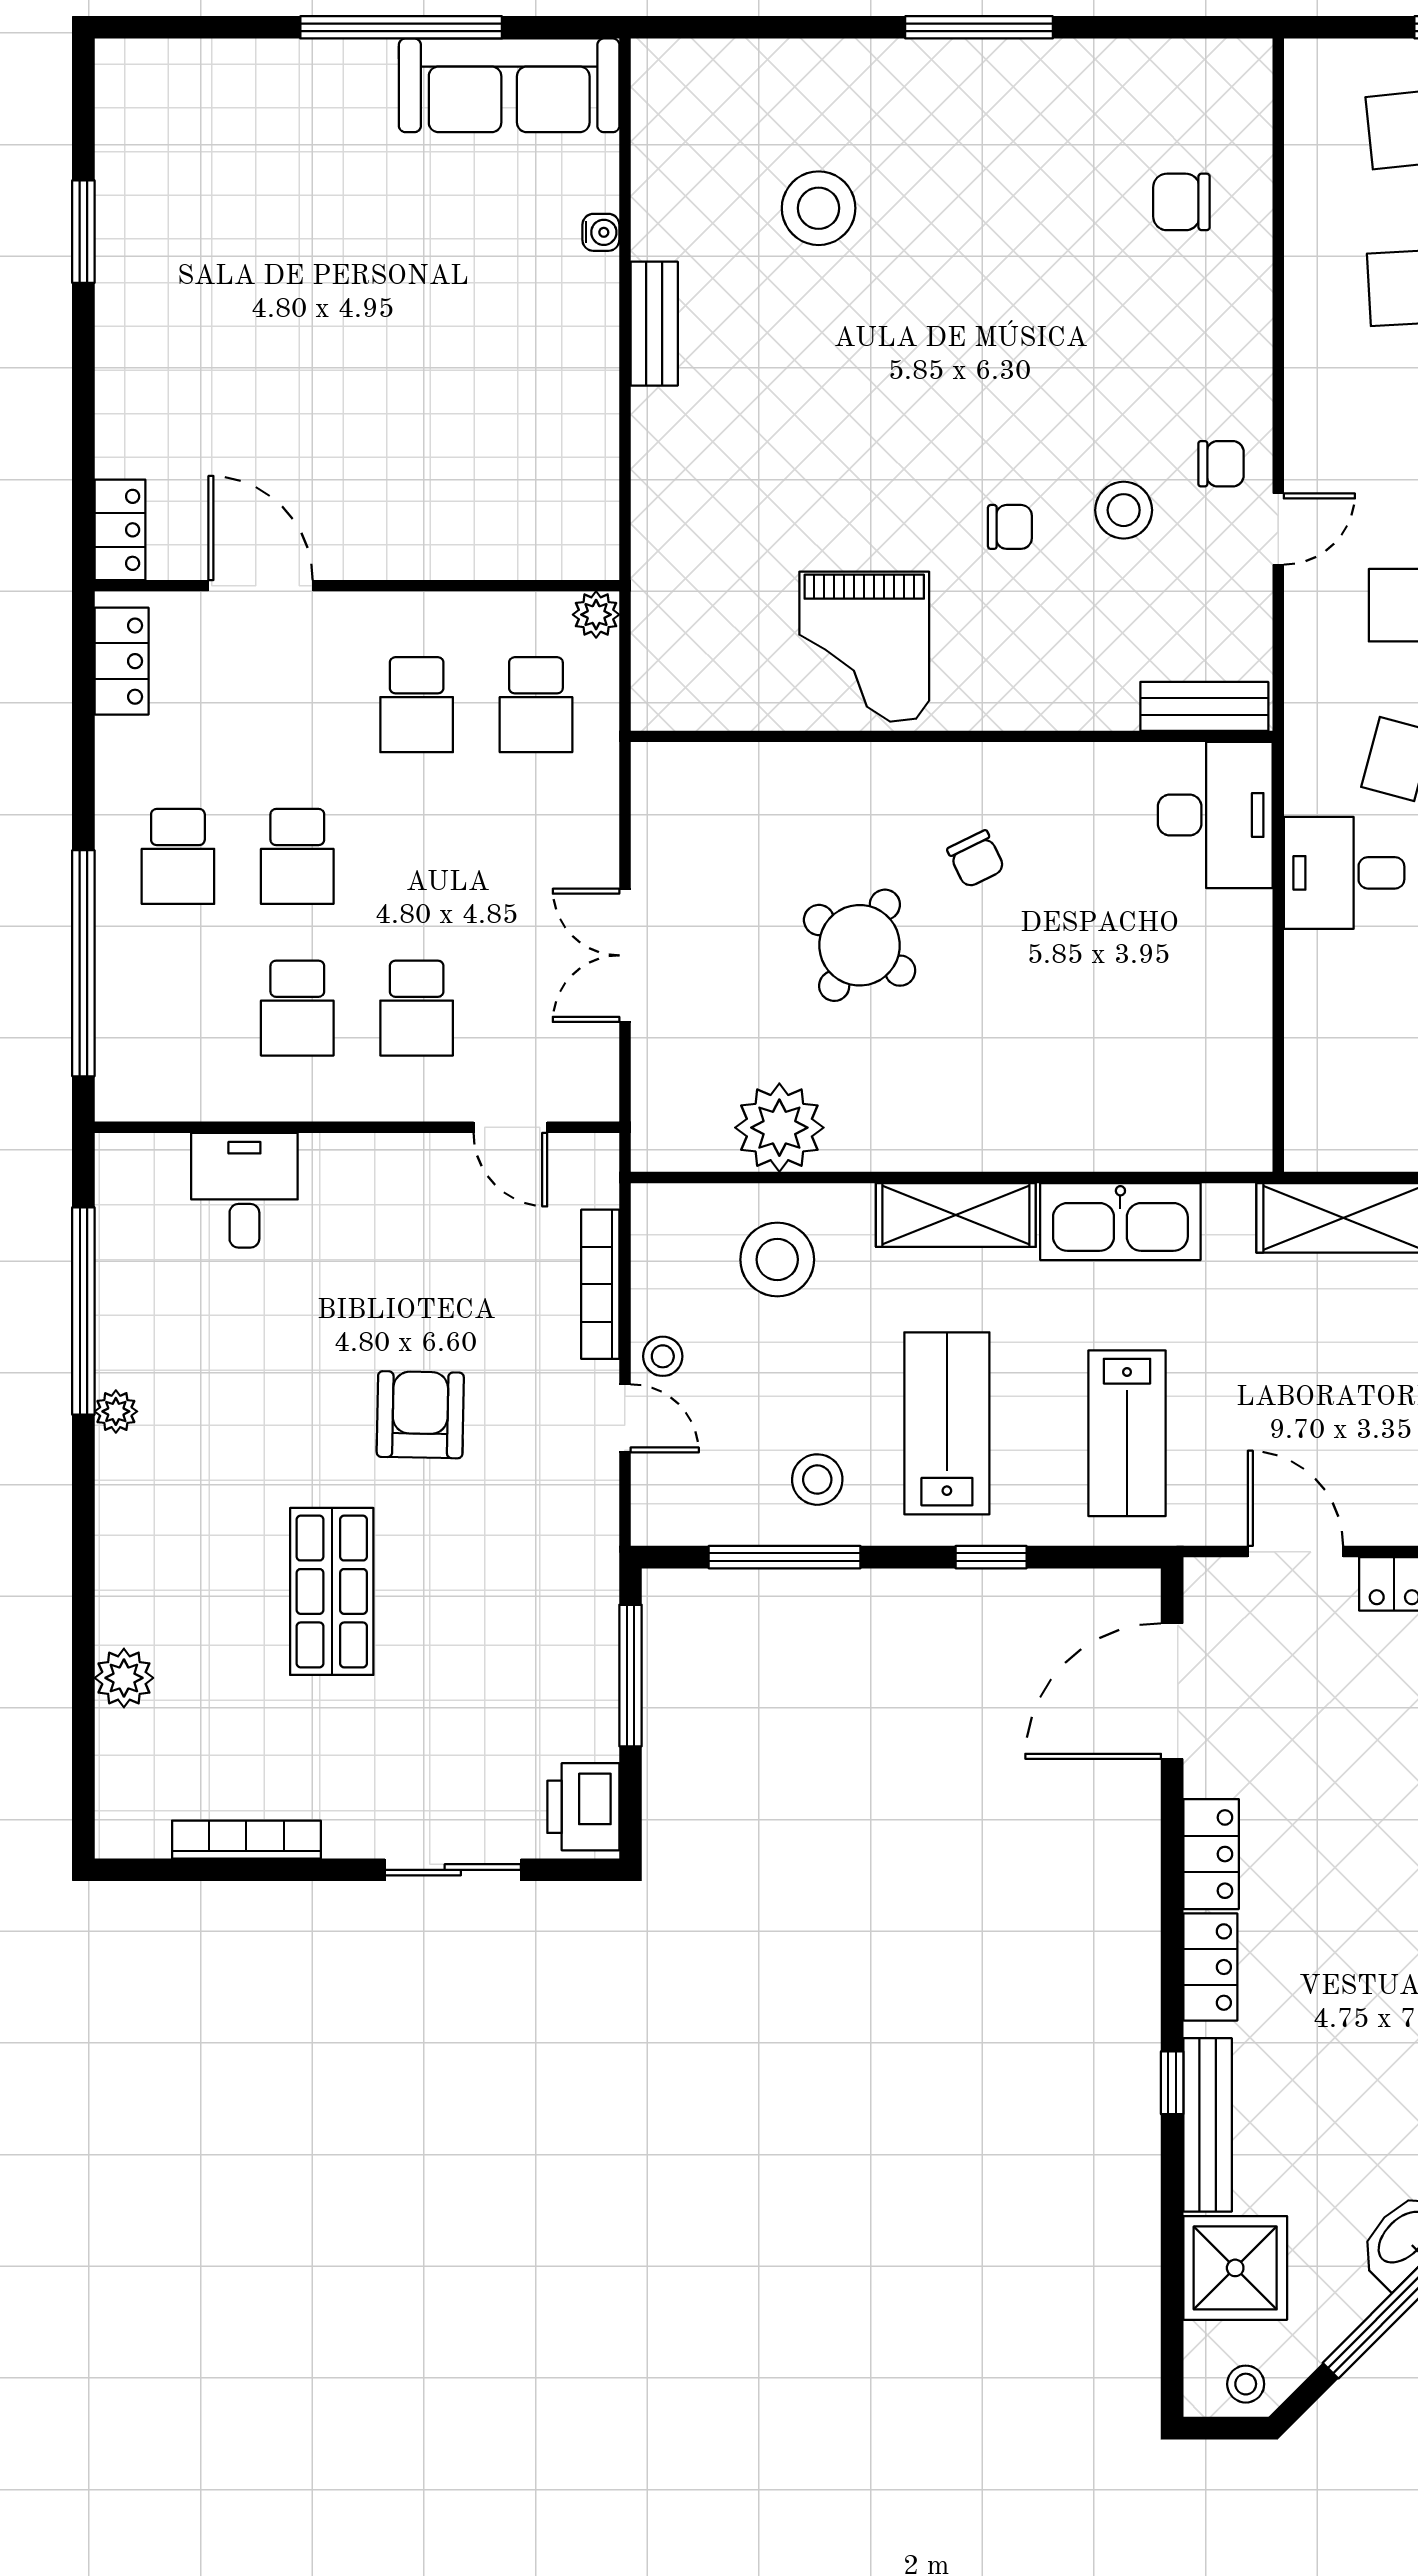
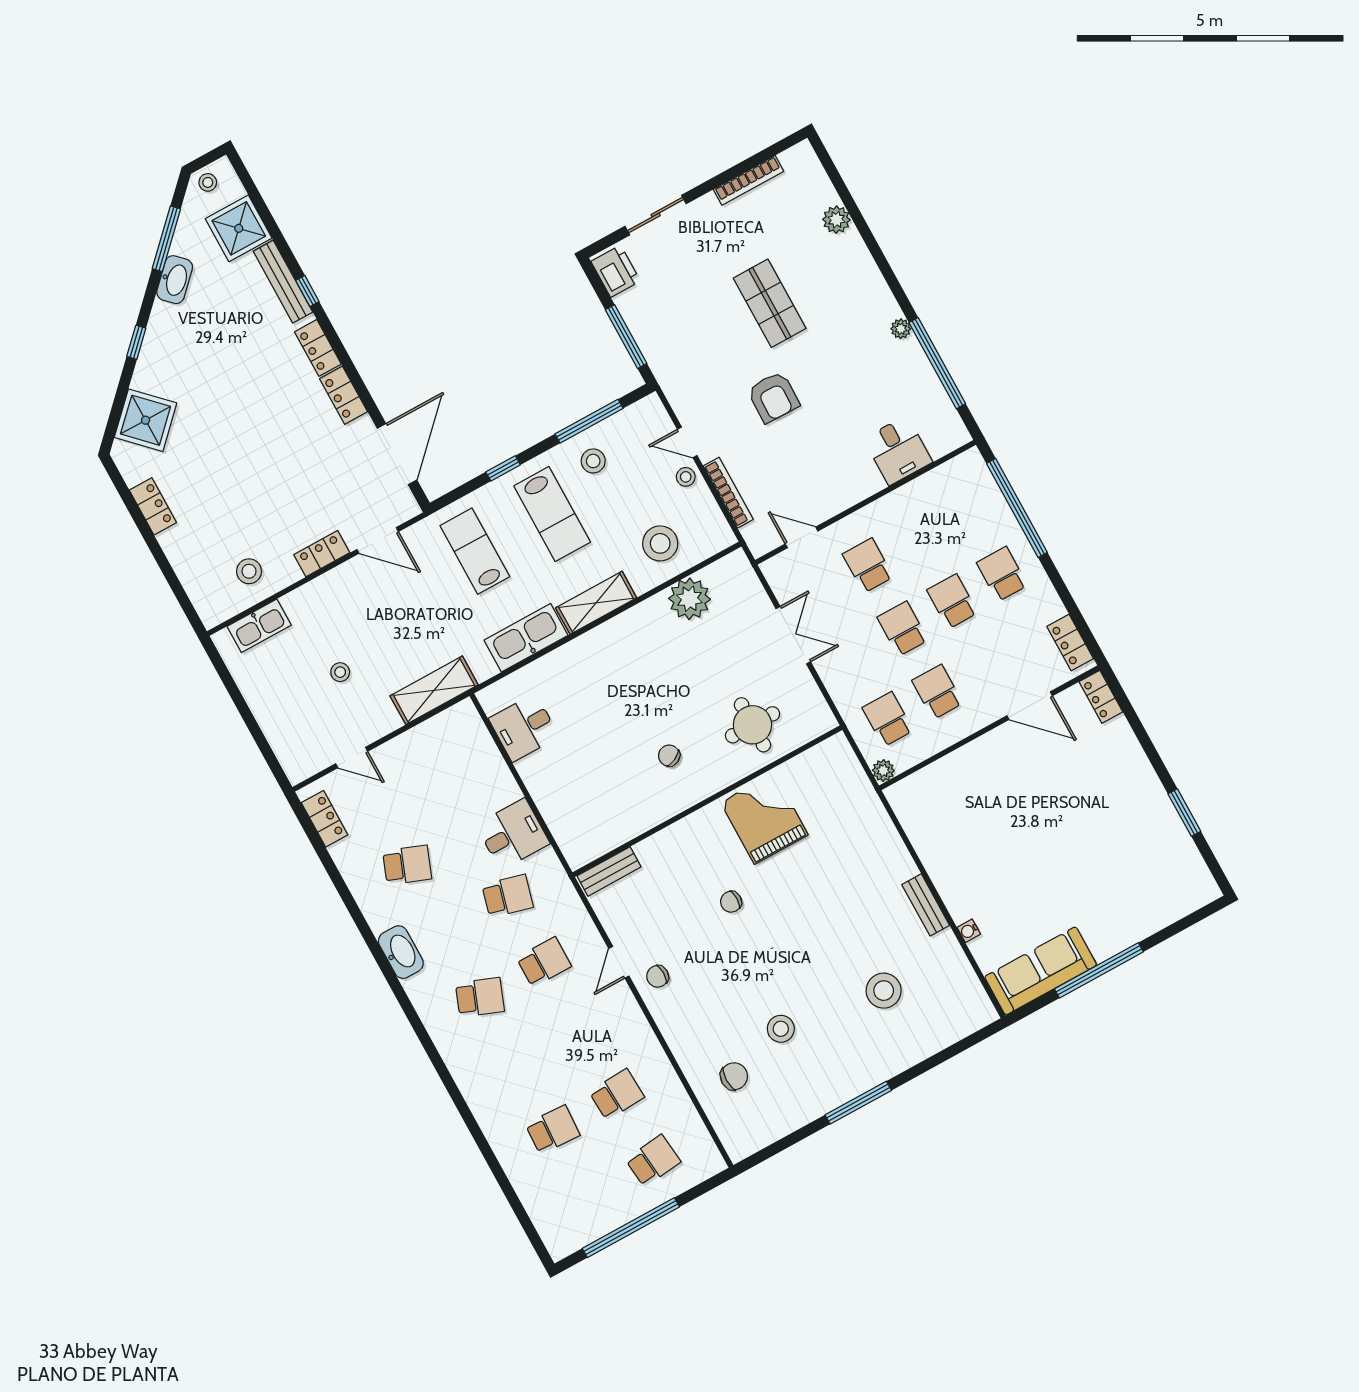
stool: (1124, 510) -> (781, 1029), moved
desk: (1215, 815) -> (524, 728), moved, width x0.73
round table: (860, 945) -> (752, 725), moved, turned -32
school desk: (297, 1008) -> (903, 629), moved

